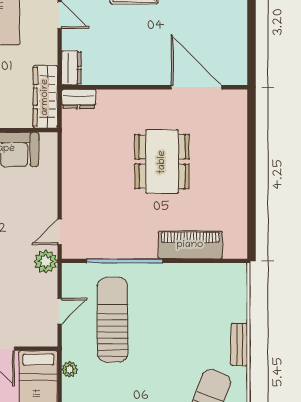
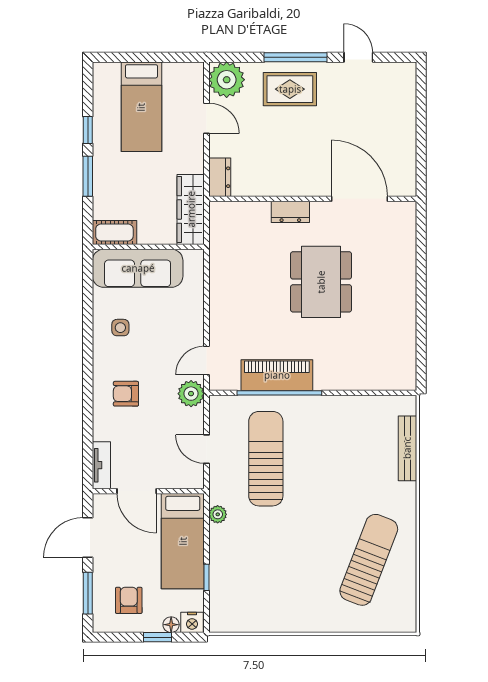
dresser: (79, 99) -> (290, 212), moved
piano: (190, 245) -> (277, 375), moved
door: (60, 311) -> (207, 449), swing flipped
bench: (239, 344) -> (407, 448), moved, width x1.36

